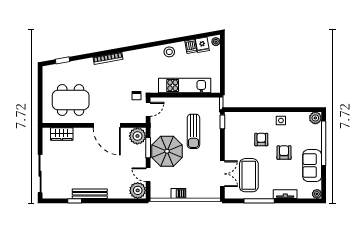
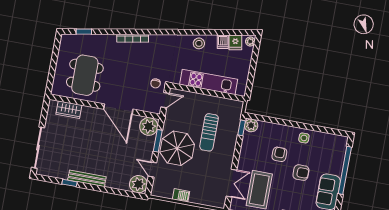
dining table: (71, 100) -> (85, 75), turned 90
plant: (315, 118) -> (251, 125), moved
armchair: (284, 153) -> (301, 173), turned 90

